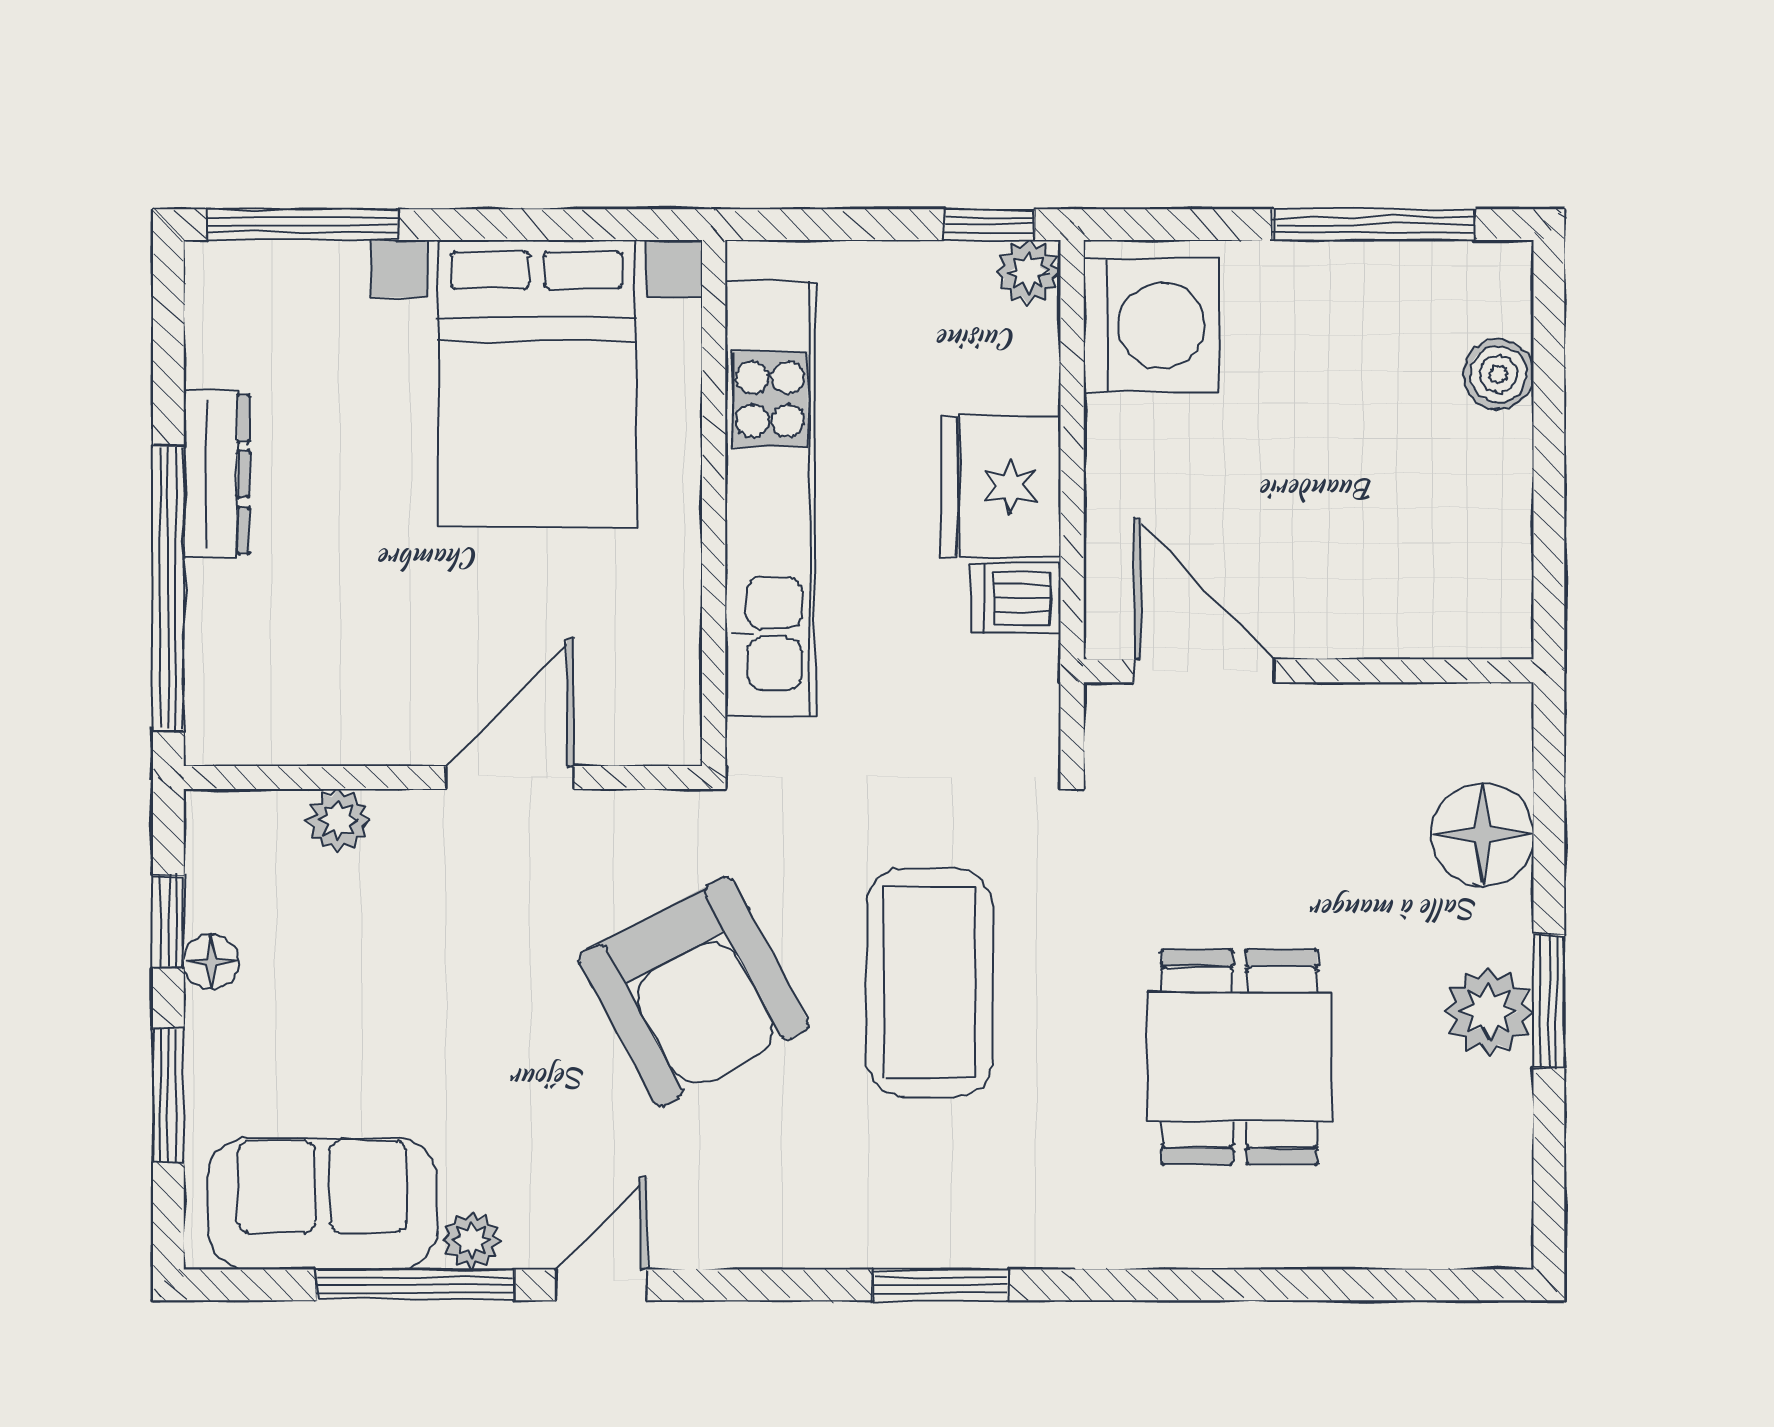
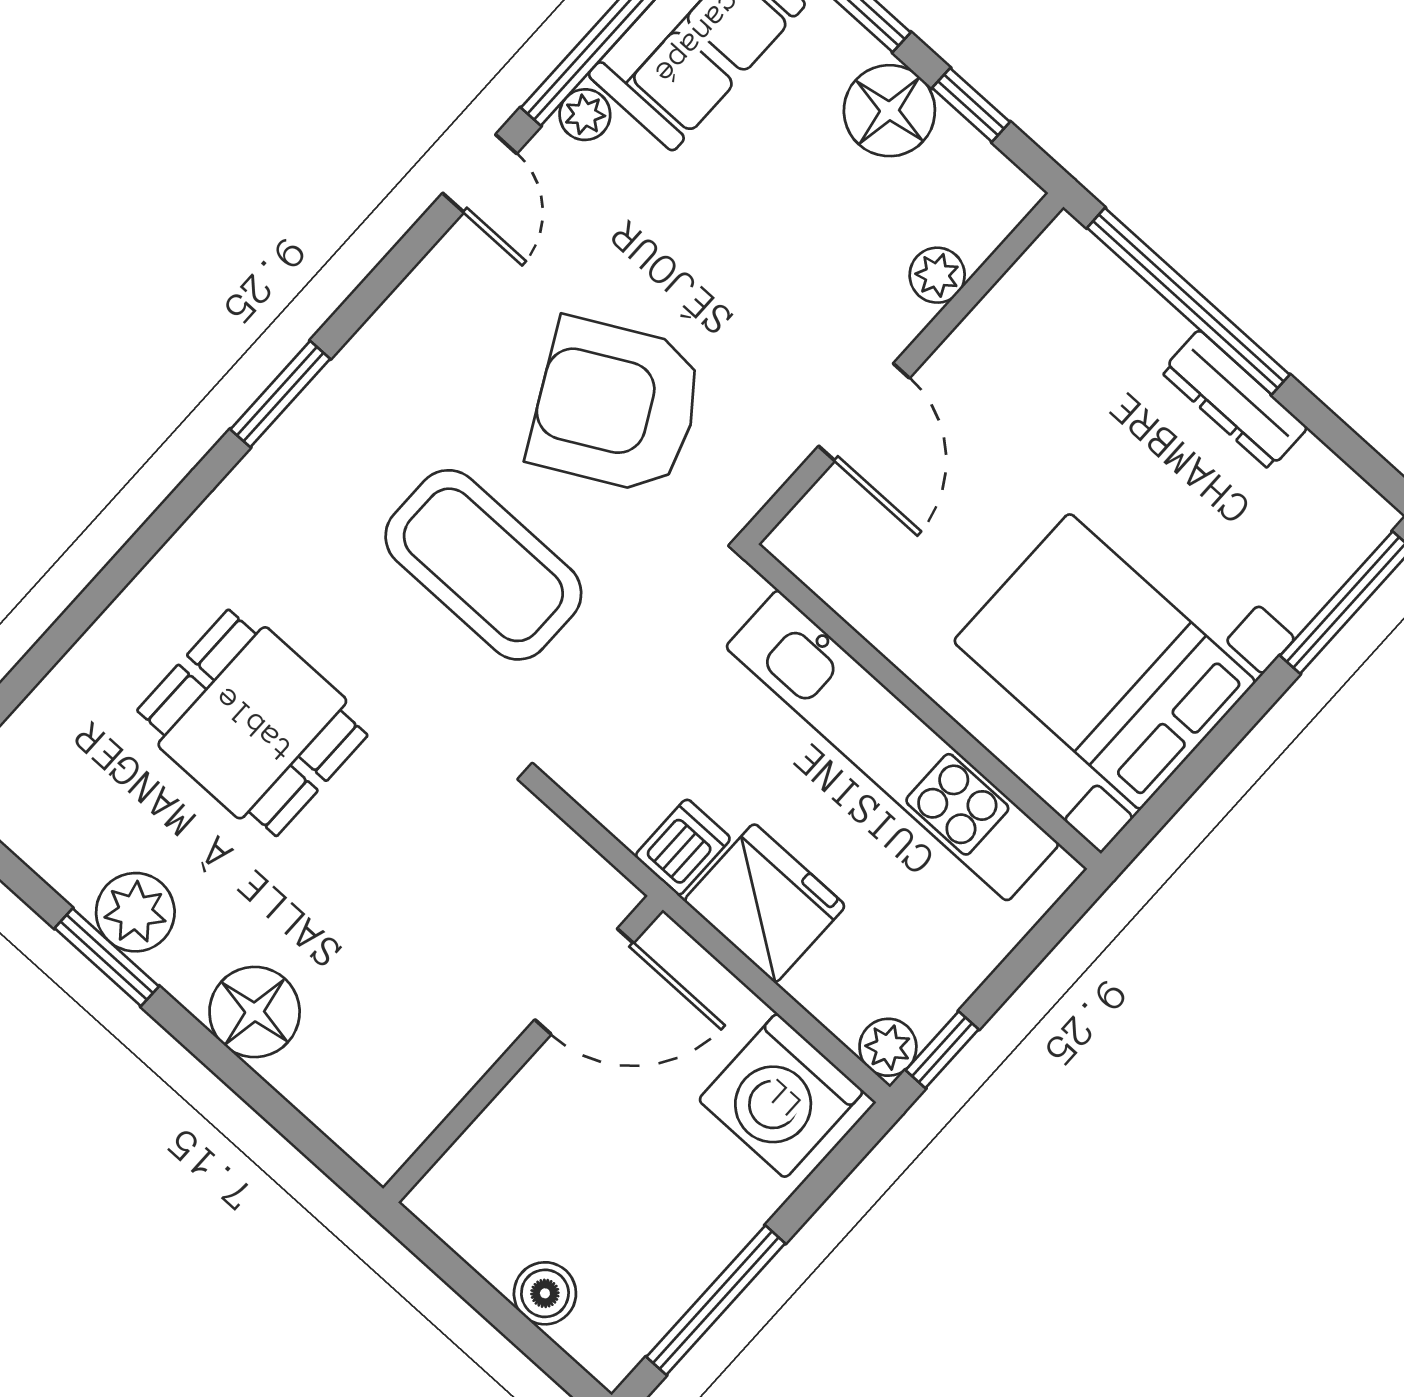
door: (1205, 671) -> (584, 981), moved
wall: (1309, 671) -> (523, 1049), moved
floor lamp: (211, 962) -> (889, 111), width x1.89, depth x1.89

